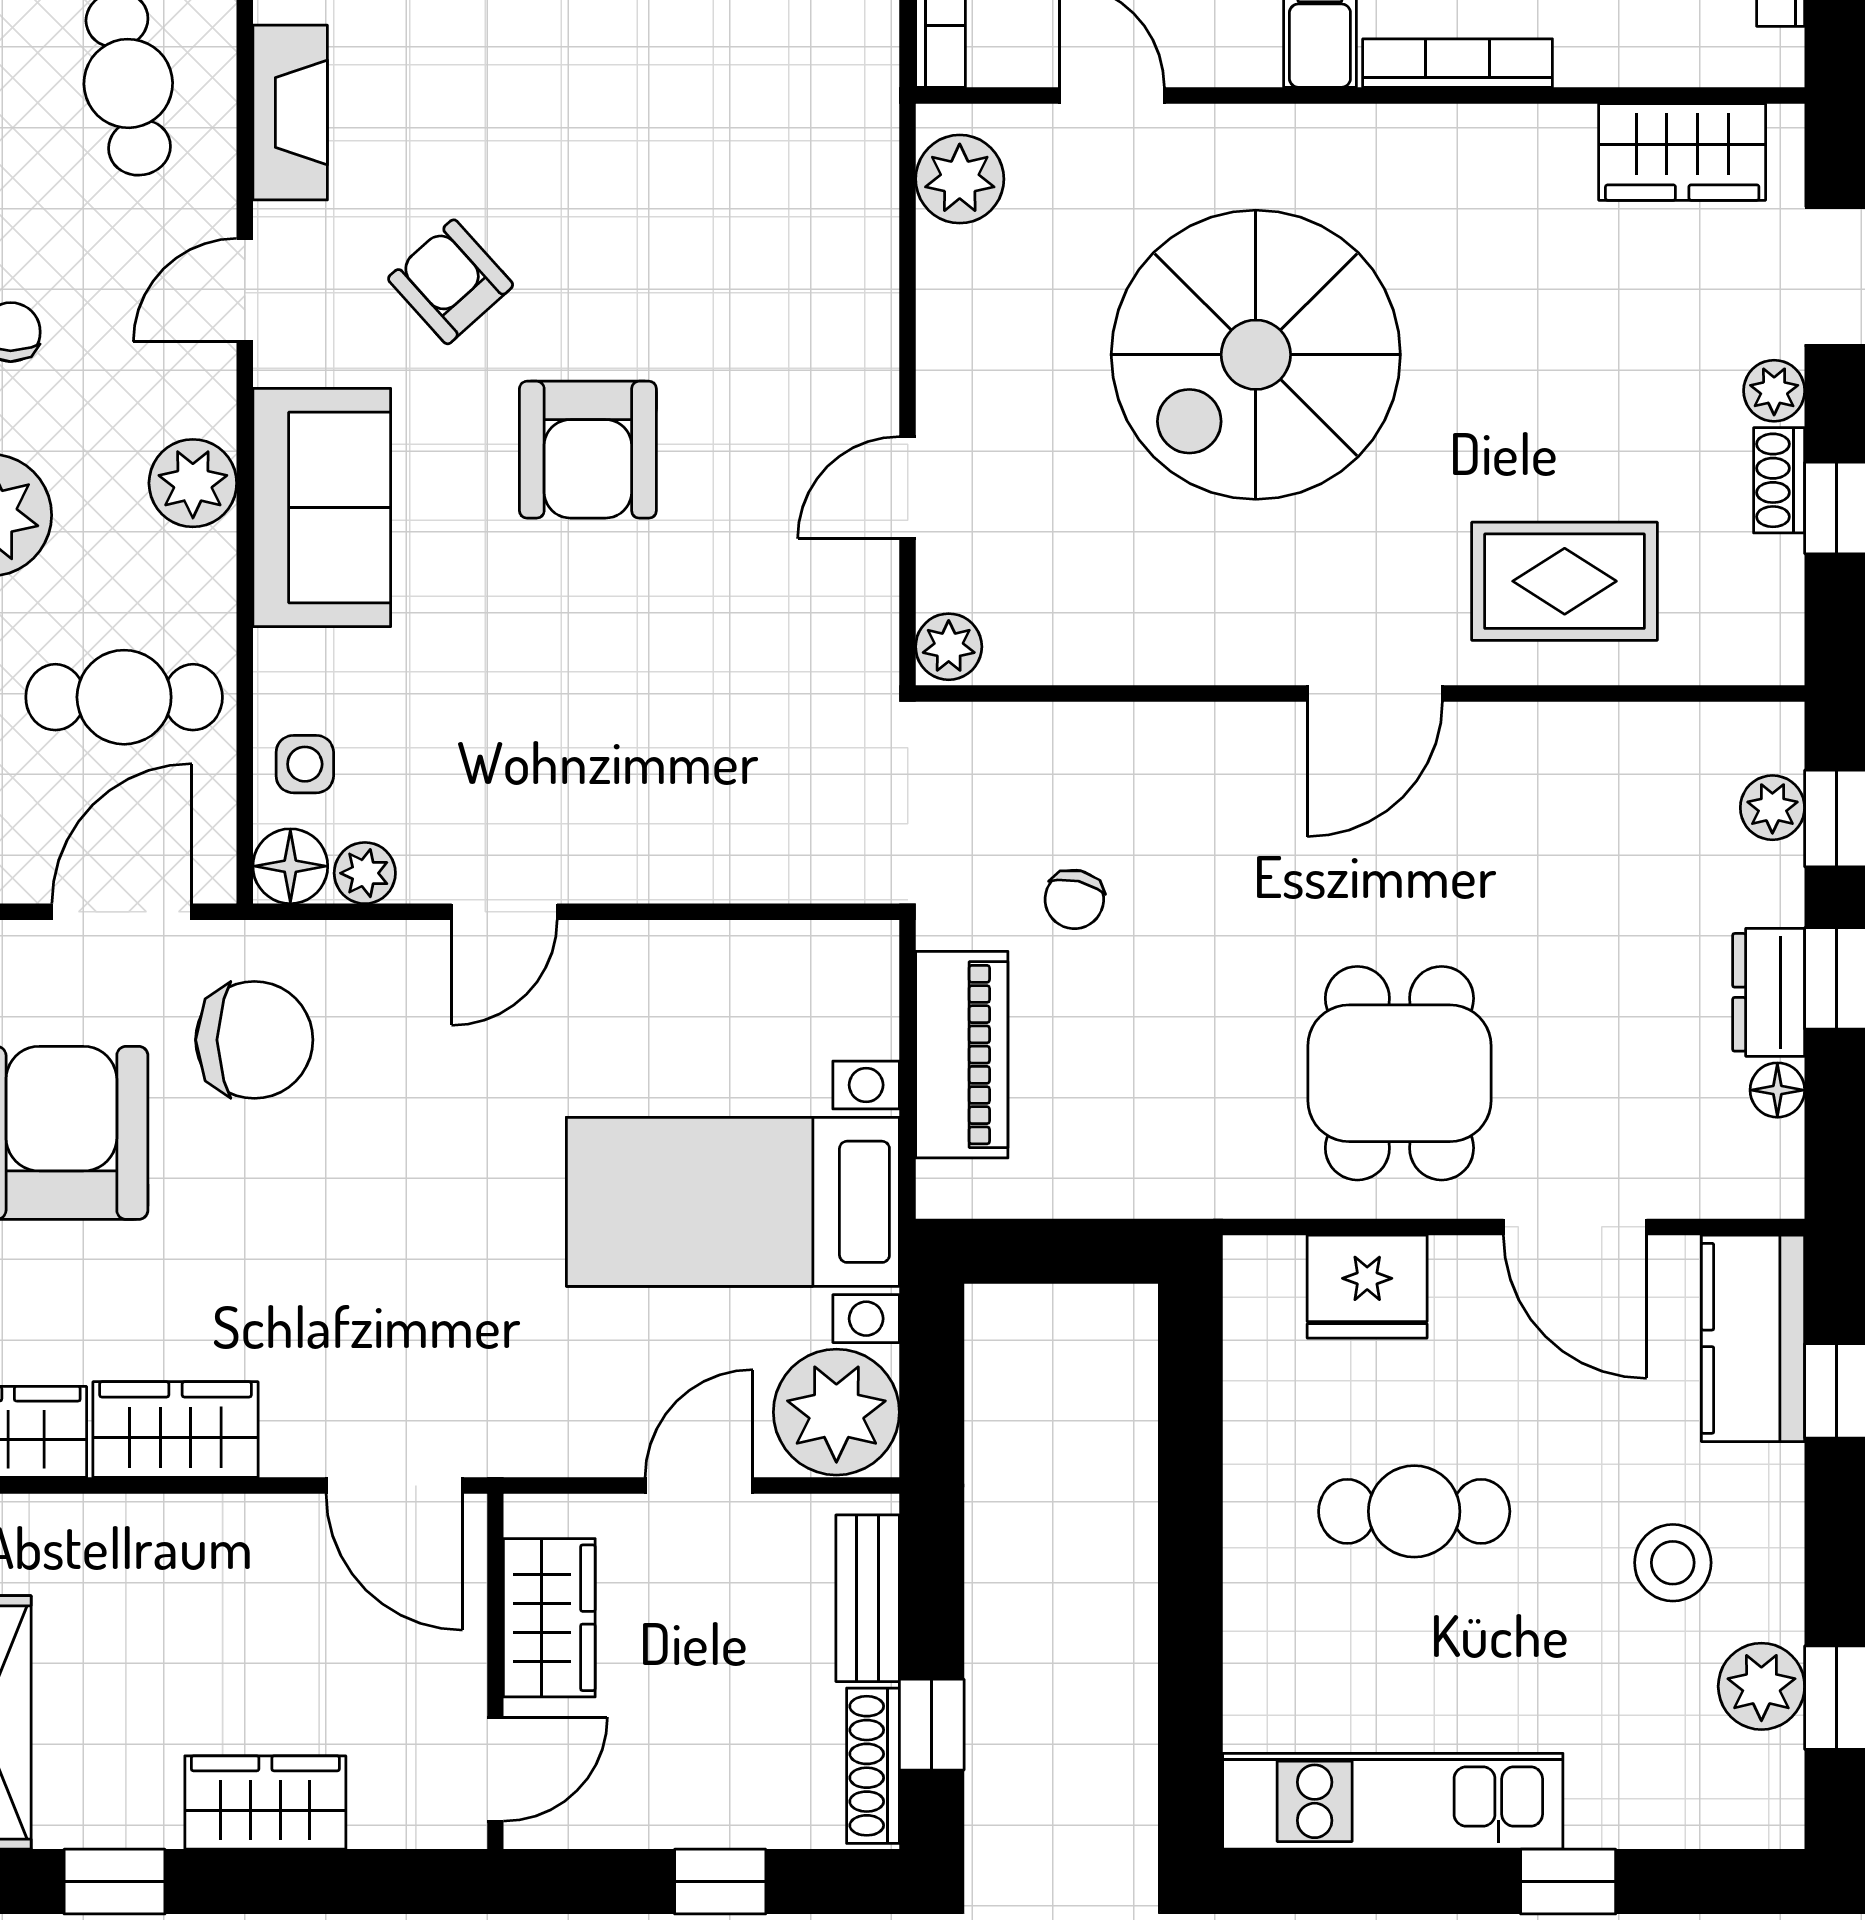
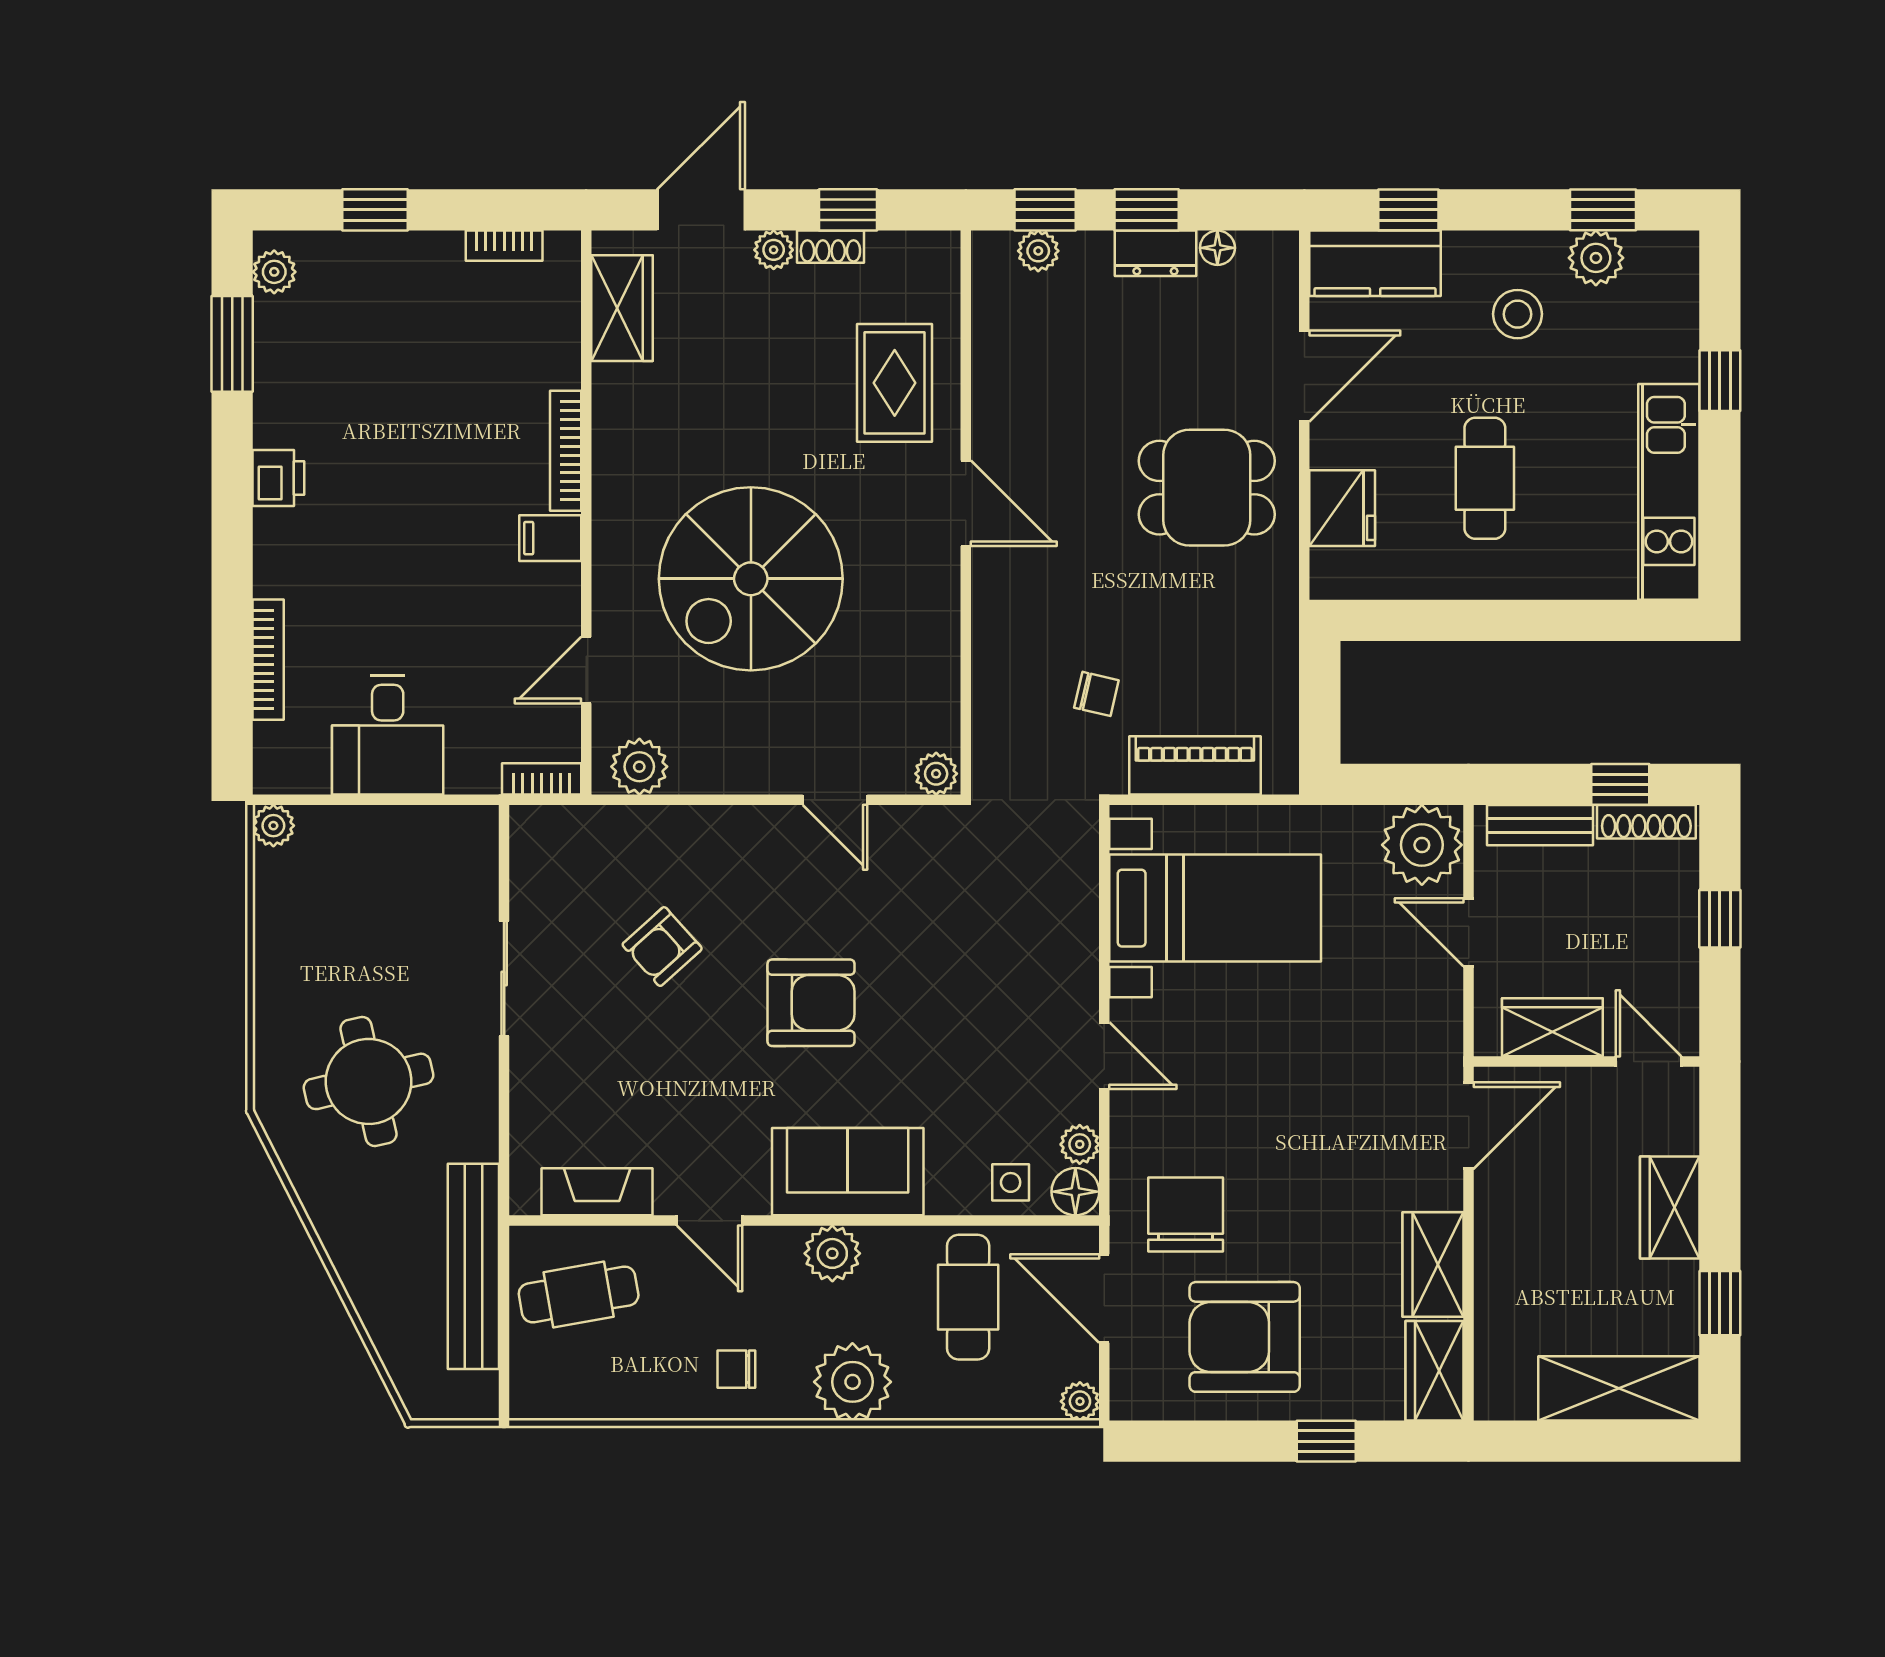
armchair: (451, 282) -> (662, 947), moved
spiral stairs: (1256, 355) -> (751, 579), turned 90
bed with nightstands: (733, 1202) -> (1215, 908), moved, turned -90

